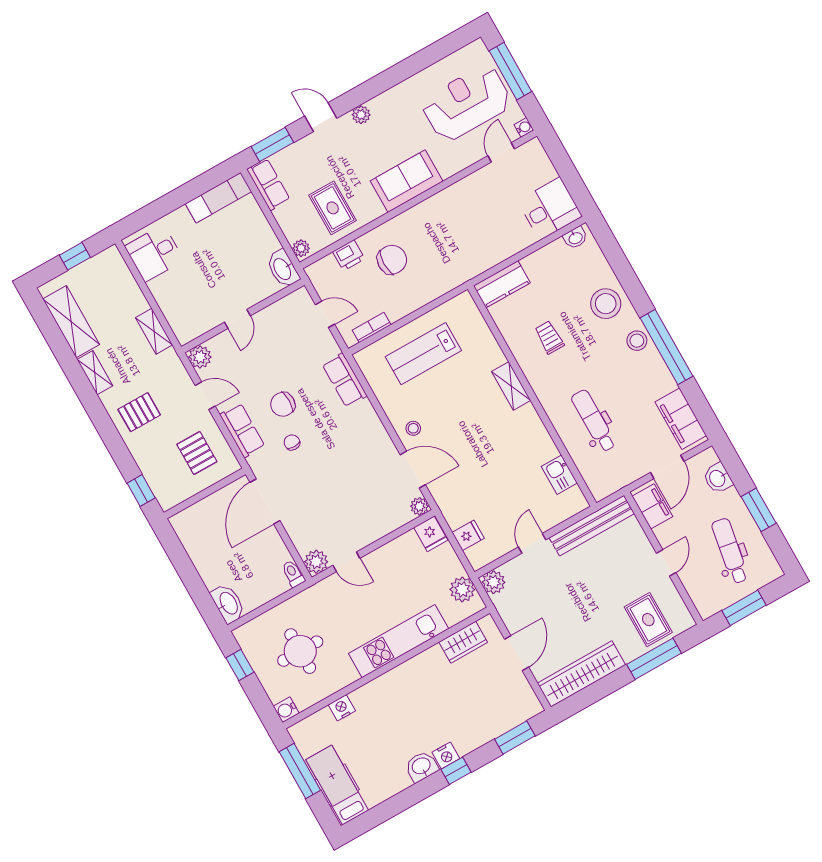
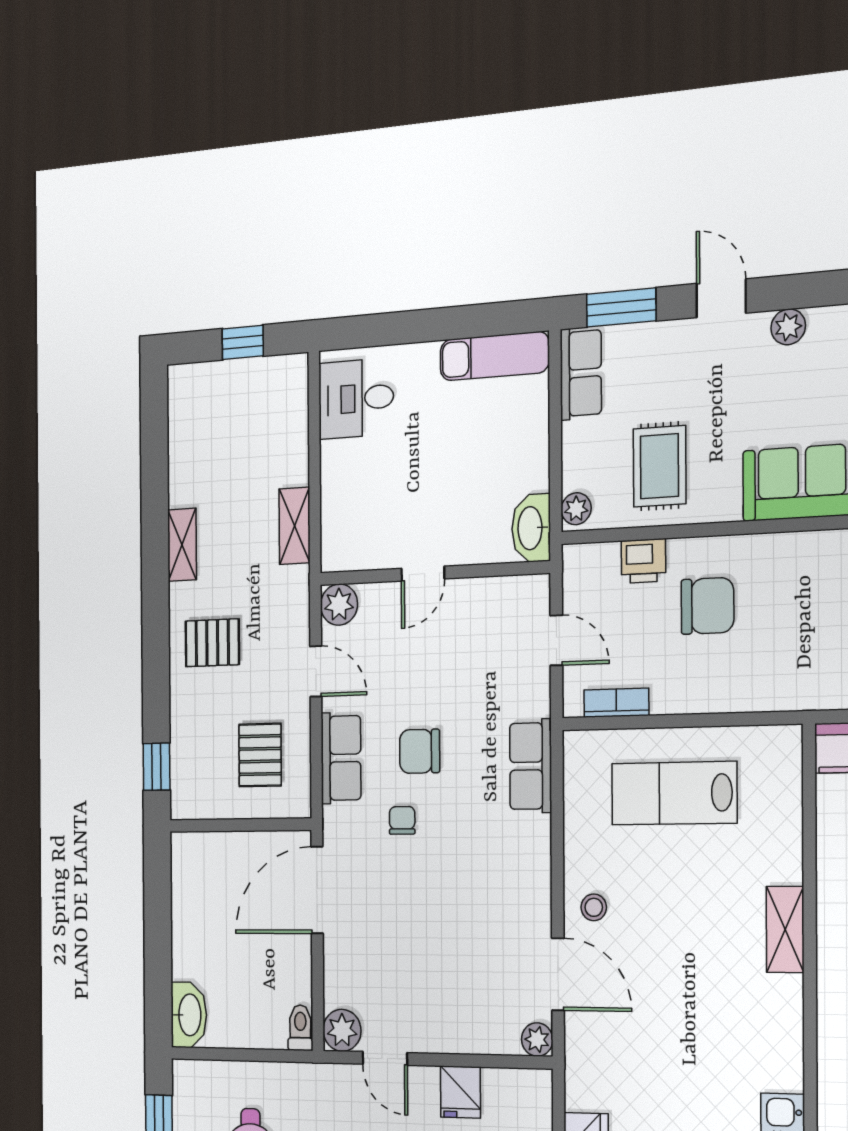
shelving: (71, 322) -> (188, 445), removed
fridge: (431, 534) -> (460, 1092), moved

